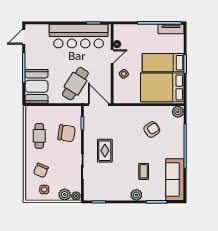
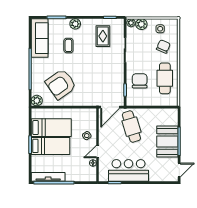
tv unit: (171, 29) -> (48, 177), width x1.41
bar counter: (79, 36) -> (129, 170), width x0.73
cafe table: (75, 84) -> (131, 127), turned -49
booth: (36, 86) -> (167, 142), moved
bed: (162, 87) -> (51, 128), width x0.67
door: (98, 105) -> (110, 107), hinge flipped
armchair: (152, 130) -> (61, 84), width x1.88, depth x1.88
chair: (67, 133) -> (140, 81), turned 81
cafe table: (39, 136) -> (165, 78), width x1.37, depth x1.35
rug: (105, 151) -> (103, 36), moved

